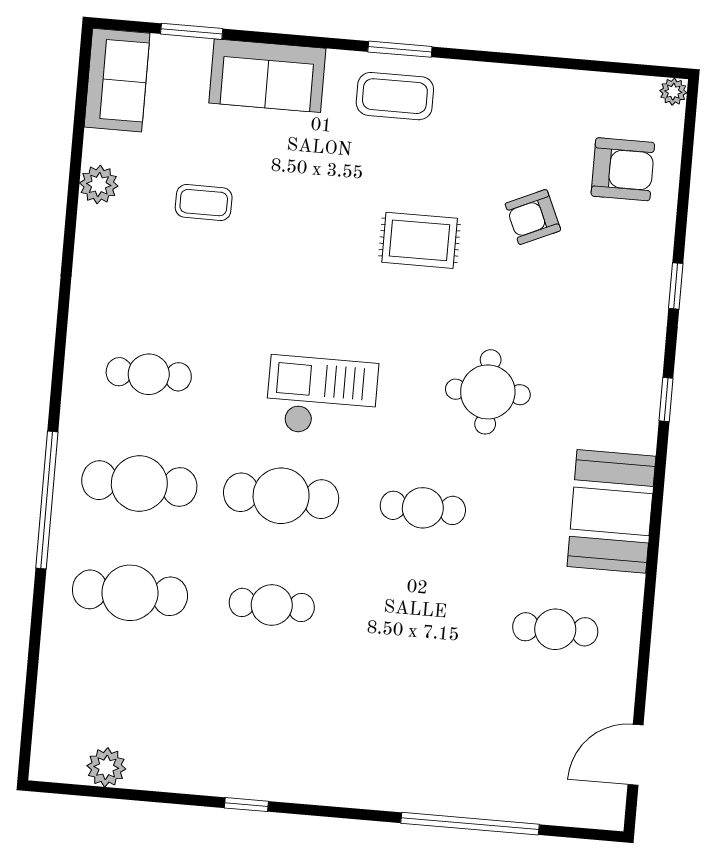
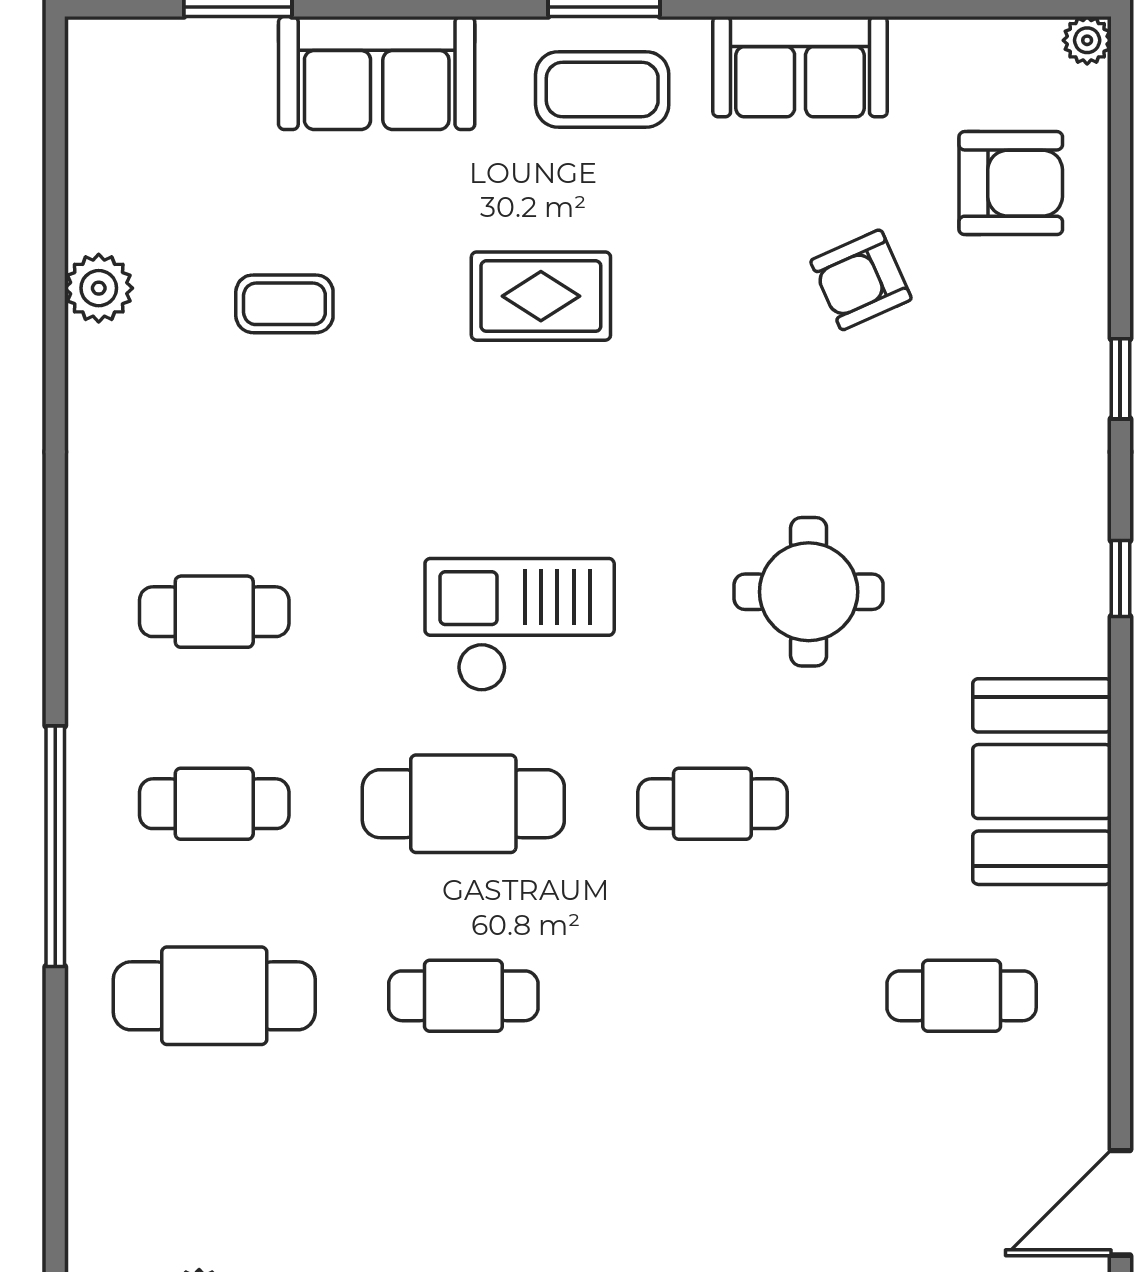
sofa: (117, 80) -> (800, 67), moved, turned 90
rug: (420, 240) -> (541, 296), moved
cafe table: (139, 484) -> (214, 804), width x0.73, depth x0.74

